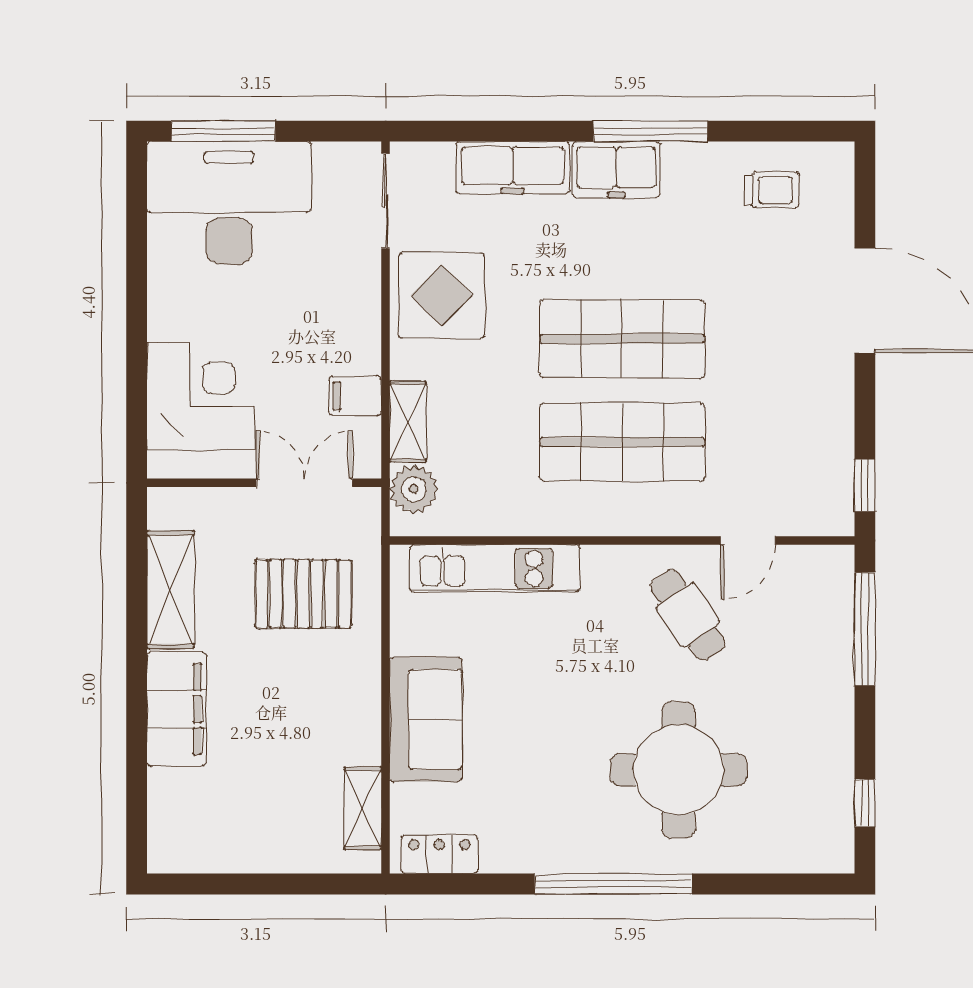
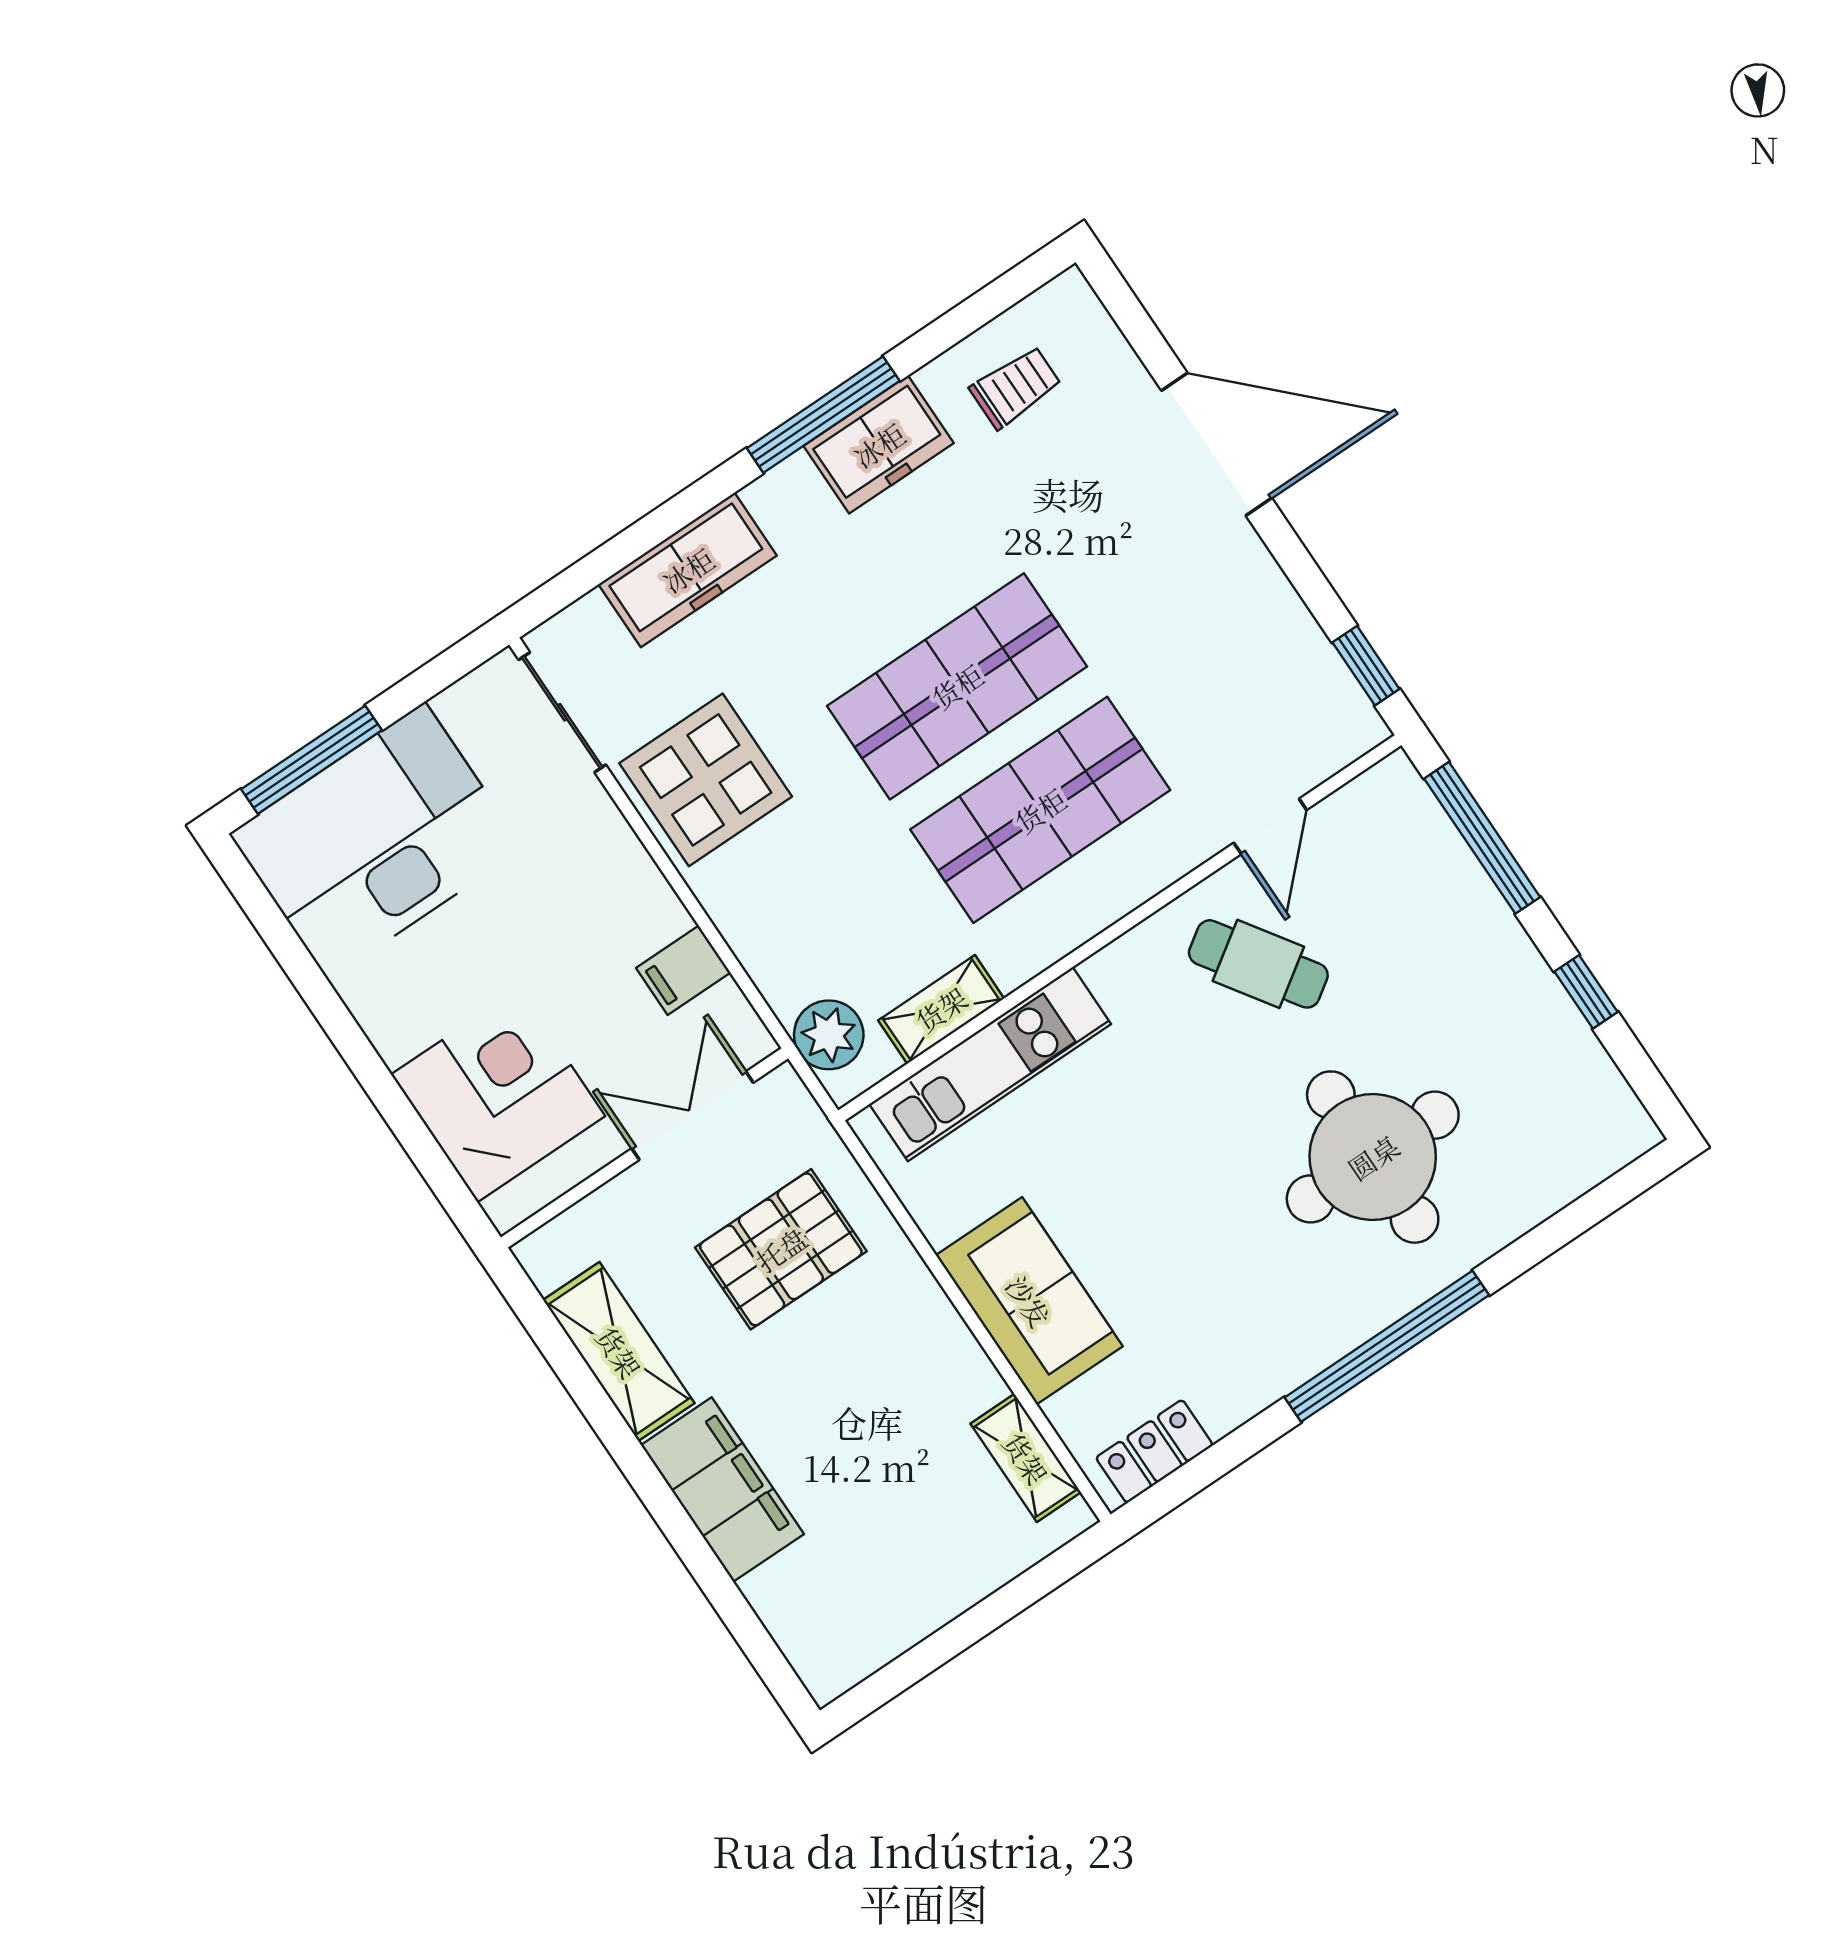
freezer: (616, 170) -> (879, 445), moved
shelving: (408, 422) -> (941, 1009), moved, turned 90
window: (865, 803) -> (1586, 992), moved

